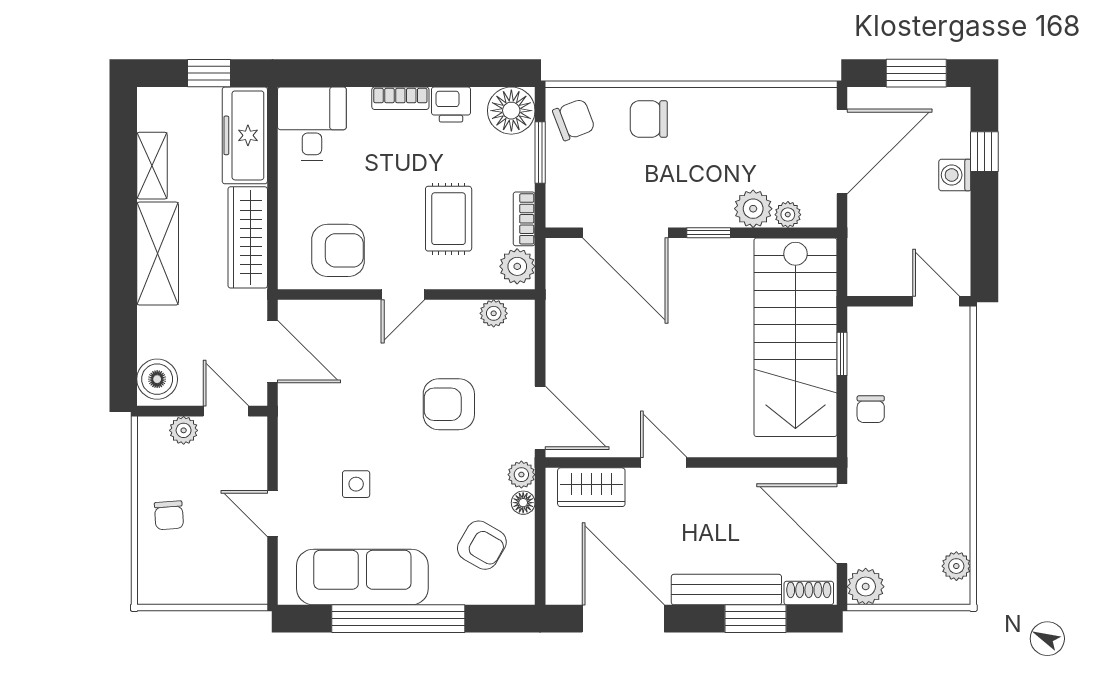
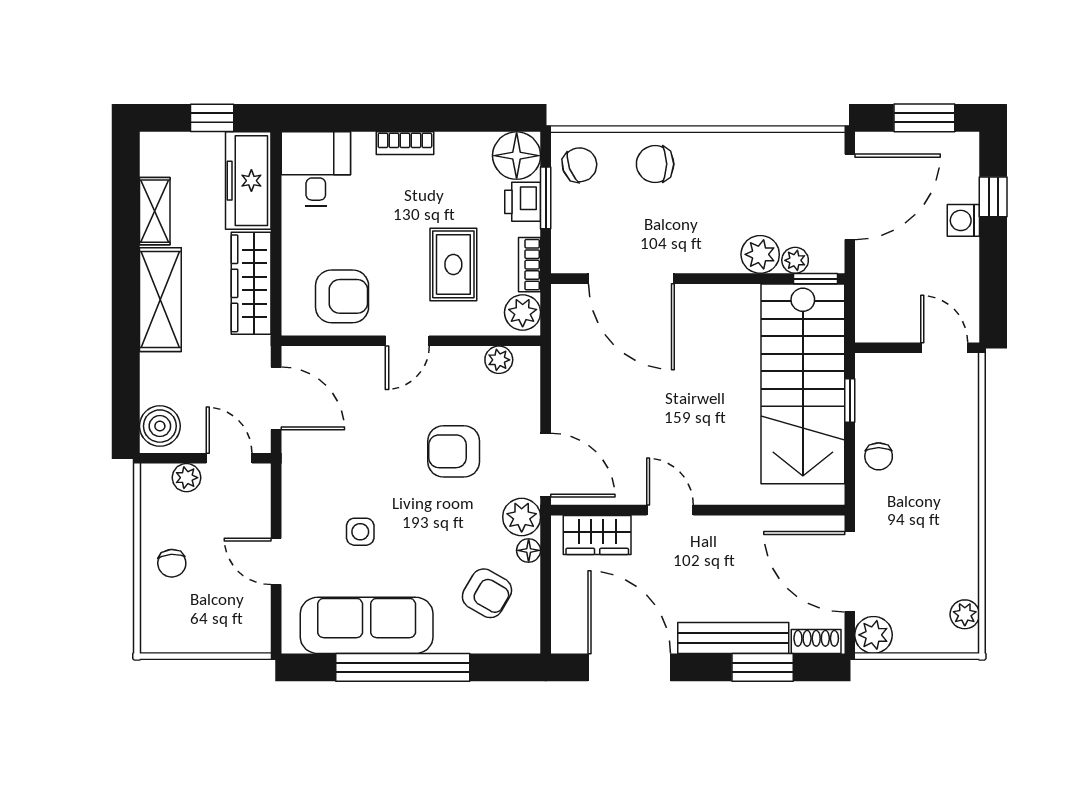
printer: (451, 105) -> (523, 202), moved, turned 90
window: (709, 233) -> (815, 279), moved
plant: (521, 475) -> (522, 517), width x1.38, depth x1.38

